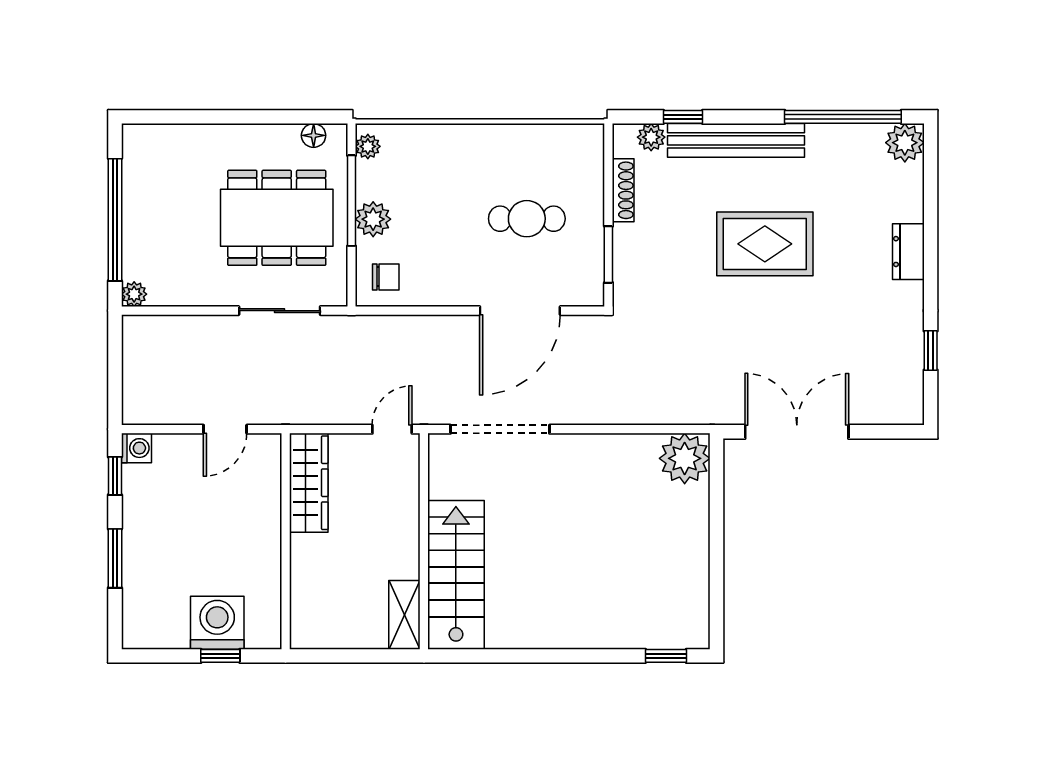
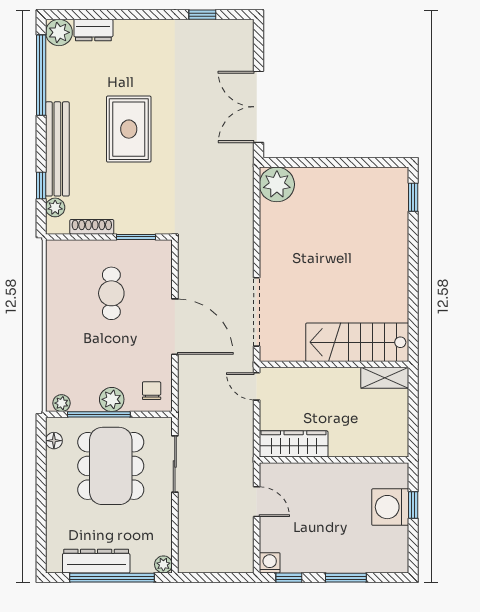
dresser: (139, 197) -> (96, 561), added
dresser: (908, 252) -> (93, 30), moved
door: (520, 311) -> (175, 327), moved

